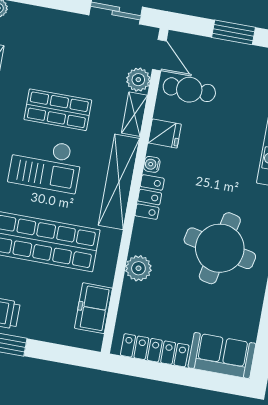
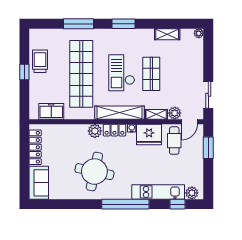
window: (233, 32) -> (208, 148), moved
fridge: (165, 134) -> (149, 135), width x1.88, depth x1.34
plant: (138, 268) -> (95, 131), moved

